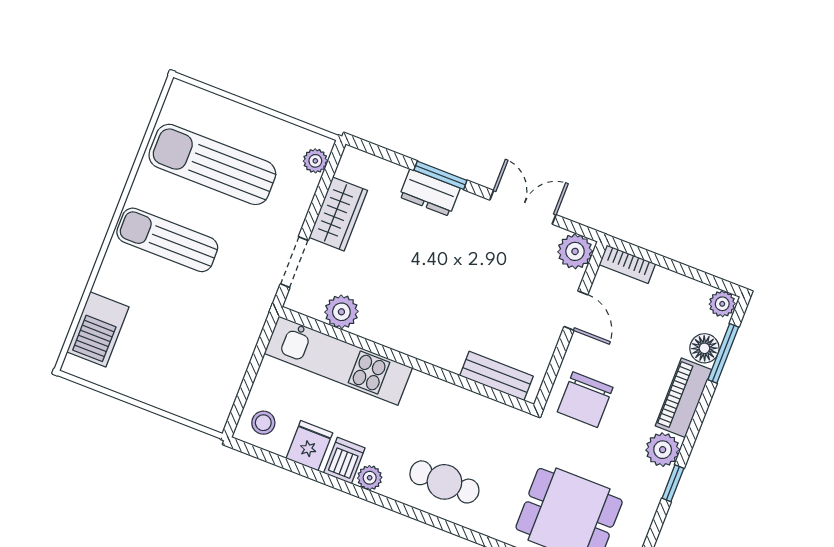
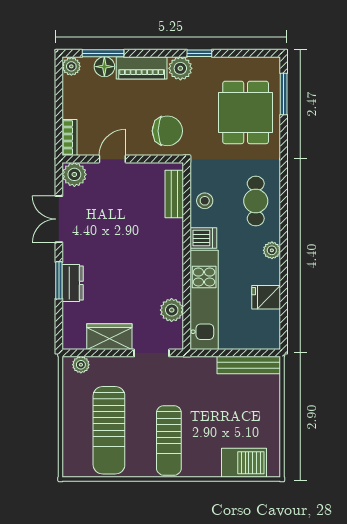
bench: (227, 387) -> (249, 365), added
stool: (263, 423) -> (205, 201), moved
dishwasher: (344, 461) -> (203, 238), moved, turned 180

